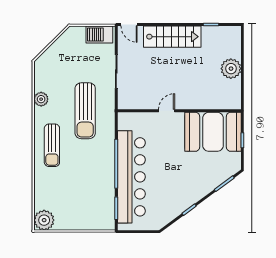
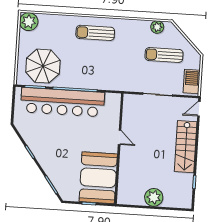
plant: (41, 99) -> (157, 27), moved
sun lounger: (85, 111) -> (164, 55), moved, width x0.73, depth x0.75
parasol: (93, 201) -> (43, 66), added

